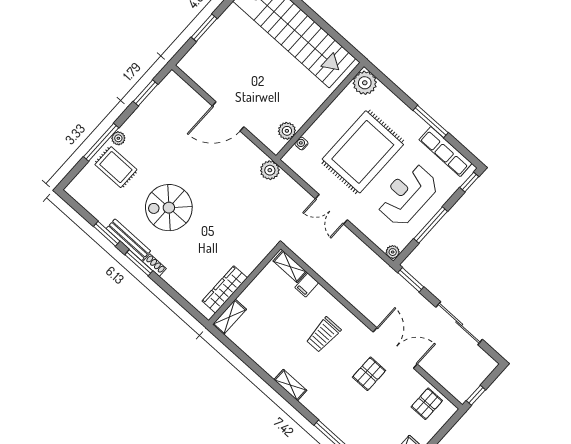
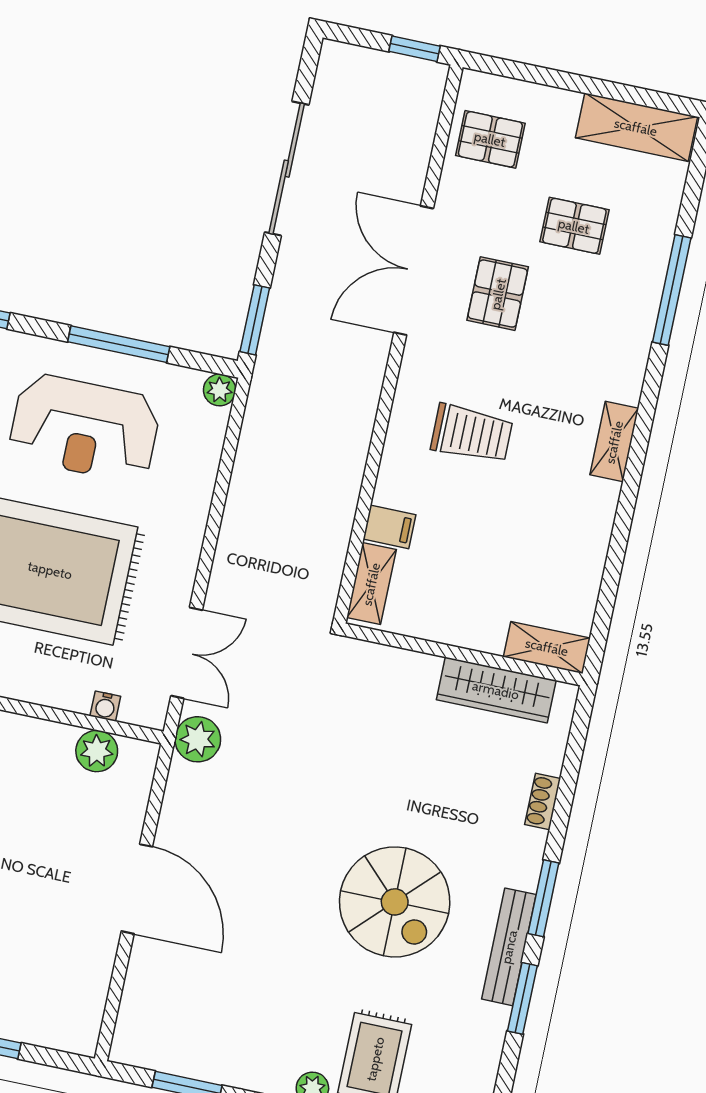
double door: (331, 209) -> (187, 653), moved
shoe rack: (155, 265) -> (543, 801), moved
pallet: (369, 374) -> (498, 294), turned 90
pallet: (377, 416) -> (574, 226), added

